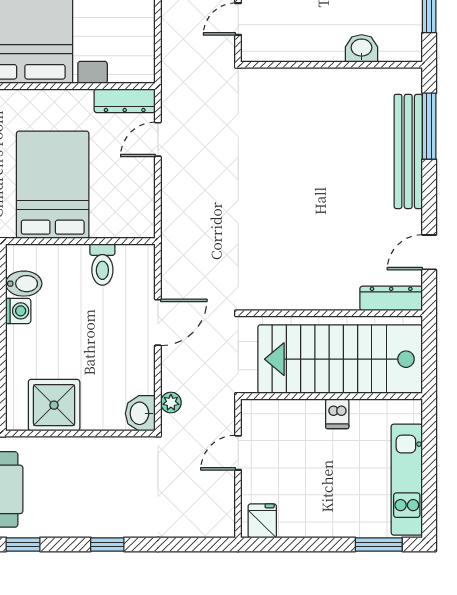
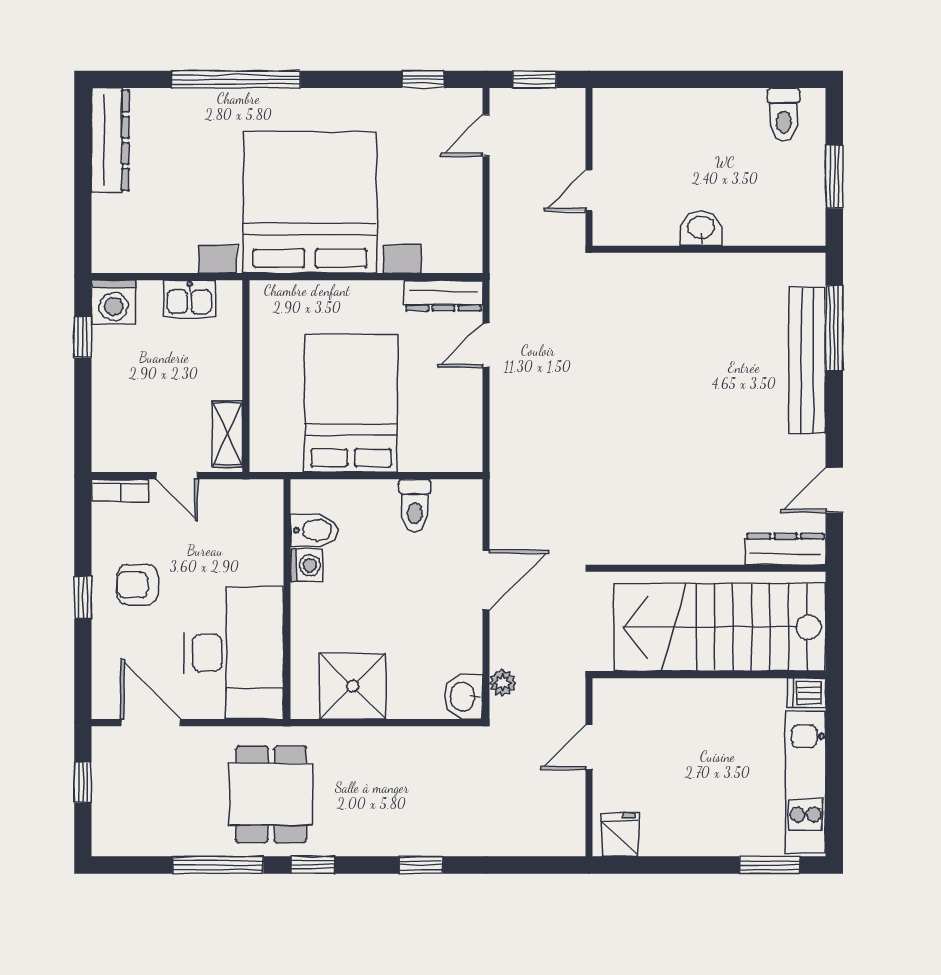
washbasin: (362, 48) -> (701, 228), moved
dishwasher: (337, 414) -> (806, 693), moved, turned 90

